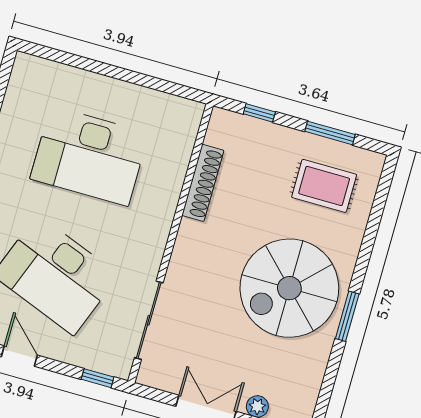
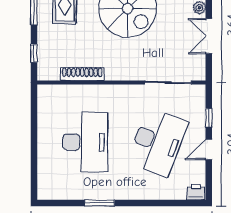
window: (98, 378) -> (209, 118), moved

